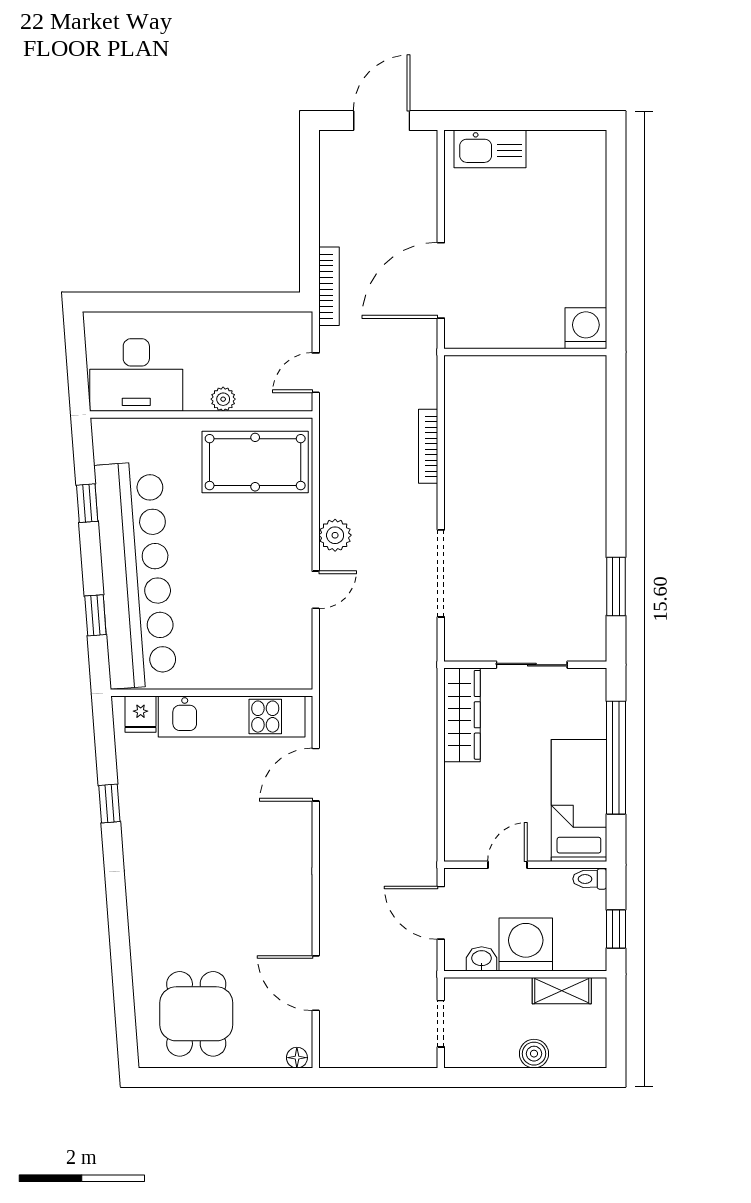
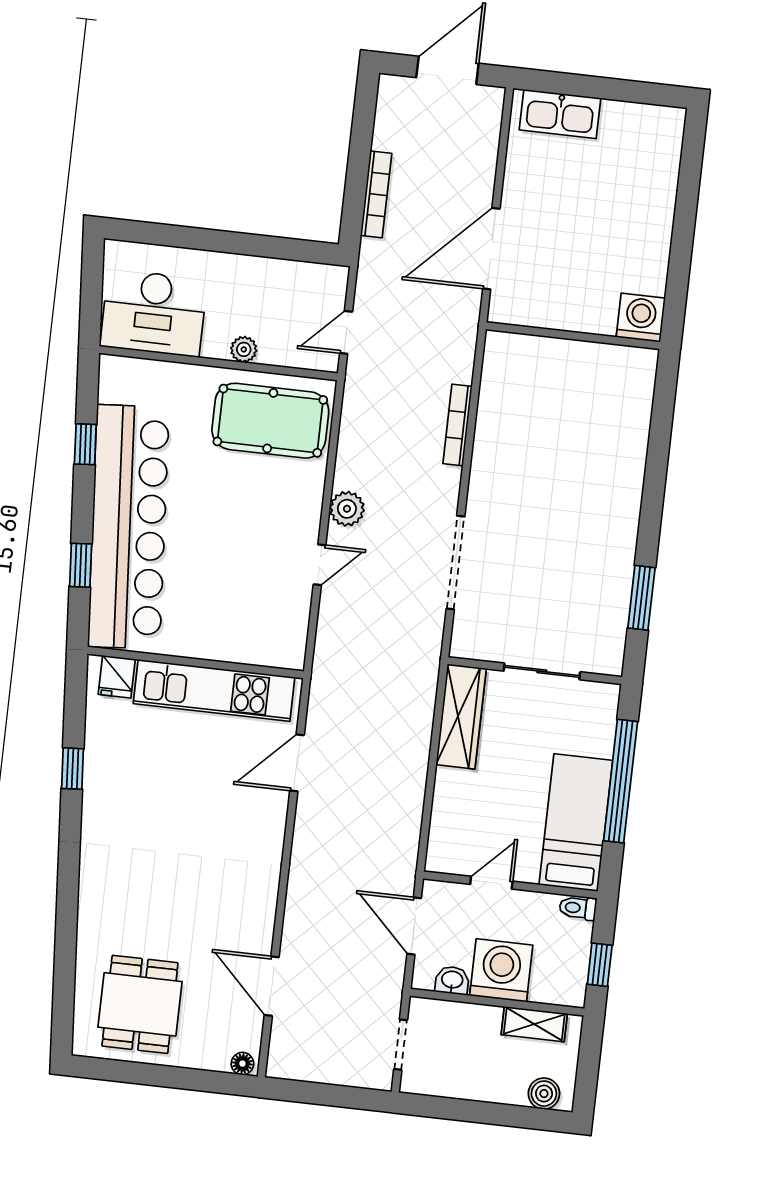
bookcase: (329, 286) -> (376, 194), moved
boiler: (534, 1054) -> (544, 1094), moved

